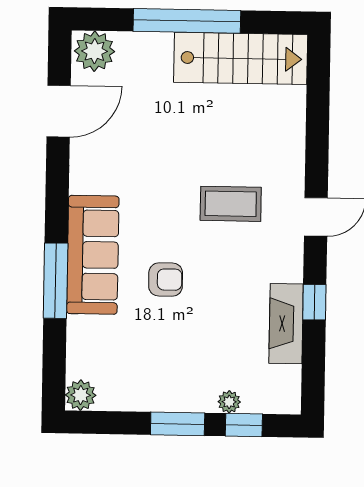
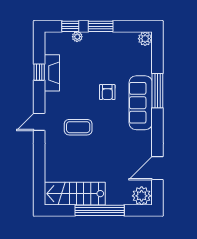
armchair: (166, 280) -> (107, 92), turned -90
window: (314, 302) -> (39, 72), moved

